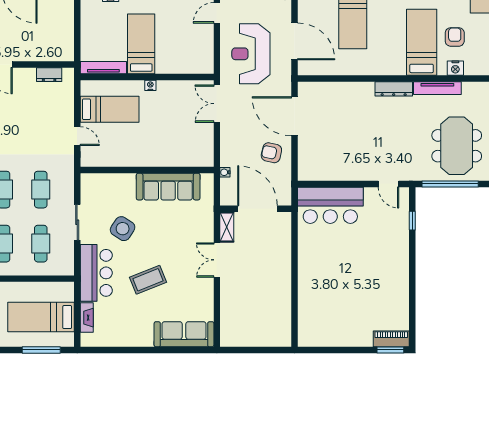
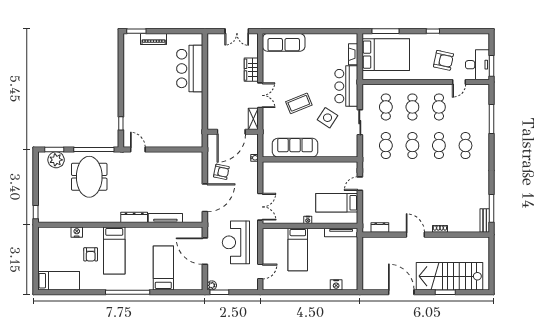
bed: (141, 44) -> (298, 249), moved
reception desk: (251, 54) -> (236, 242), turned 180
nightstand: (455, 68) -> (77, 232), moved
tv unit: (437, 88) -> (165, 218), moved
door: (294, 116) -> (205, 198), hinge flipped
door: (77, 136) -> (360, 184), hinge flipped
bar counter: (330, 205) -> (190, 69), moved, turned -90
door: (257, 209) -> (231, 132), hinge flipped
coffee table: (148, 280) -> (299, 103), moved
wardrobe: (230, 296) -> (251, 70), added
bed: (41, 317) -> (386, 55), width x1.50
piano: (391, 339) -> (154, 39), moved
double door: (250, 350) -> (237, 31), added

